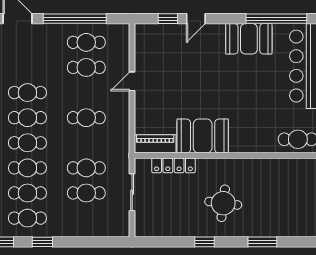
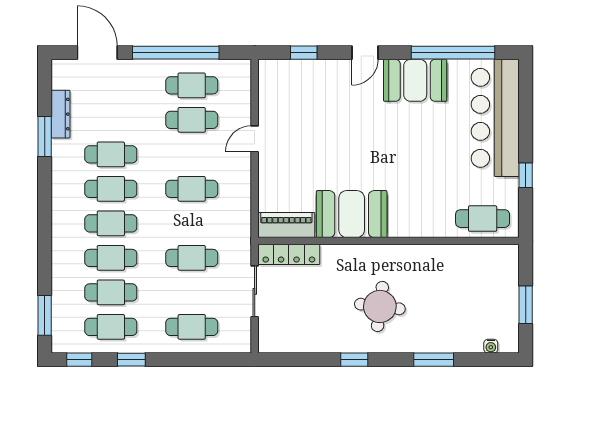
door: (196, 19) -> (365, 53), moved
locker: (173, 165) -> (289, 254), moved
cafe table: (86, 193) -> (192, 327), moved
water cooler: (304, 232) -> (491, 346), added

